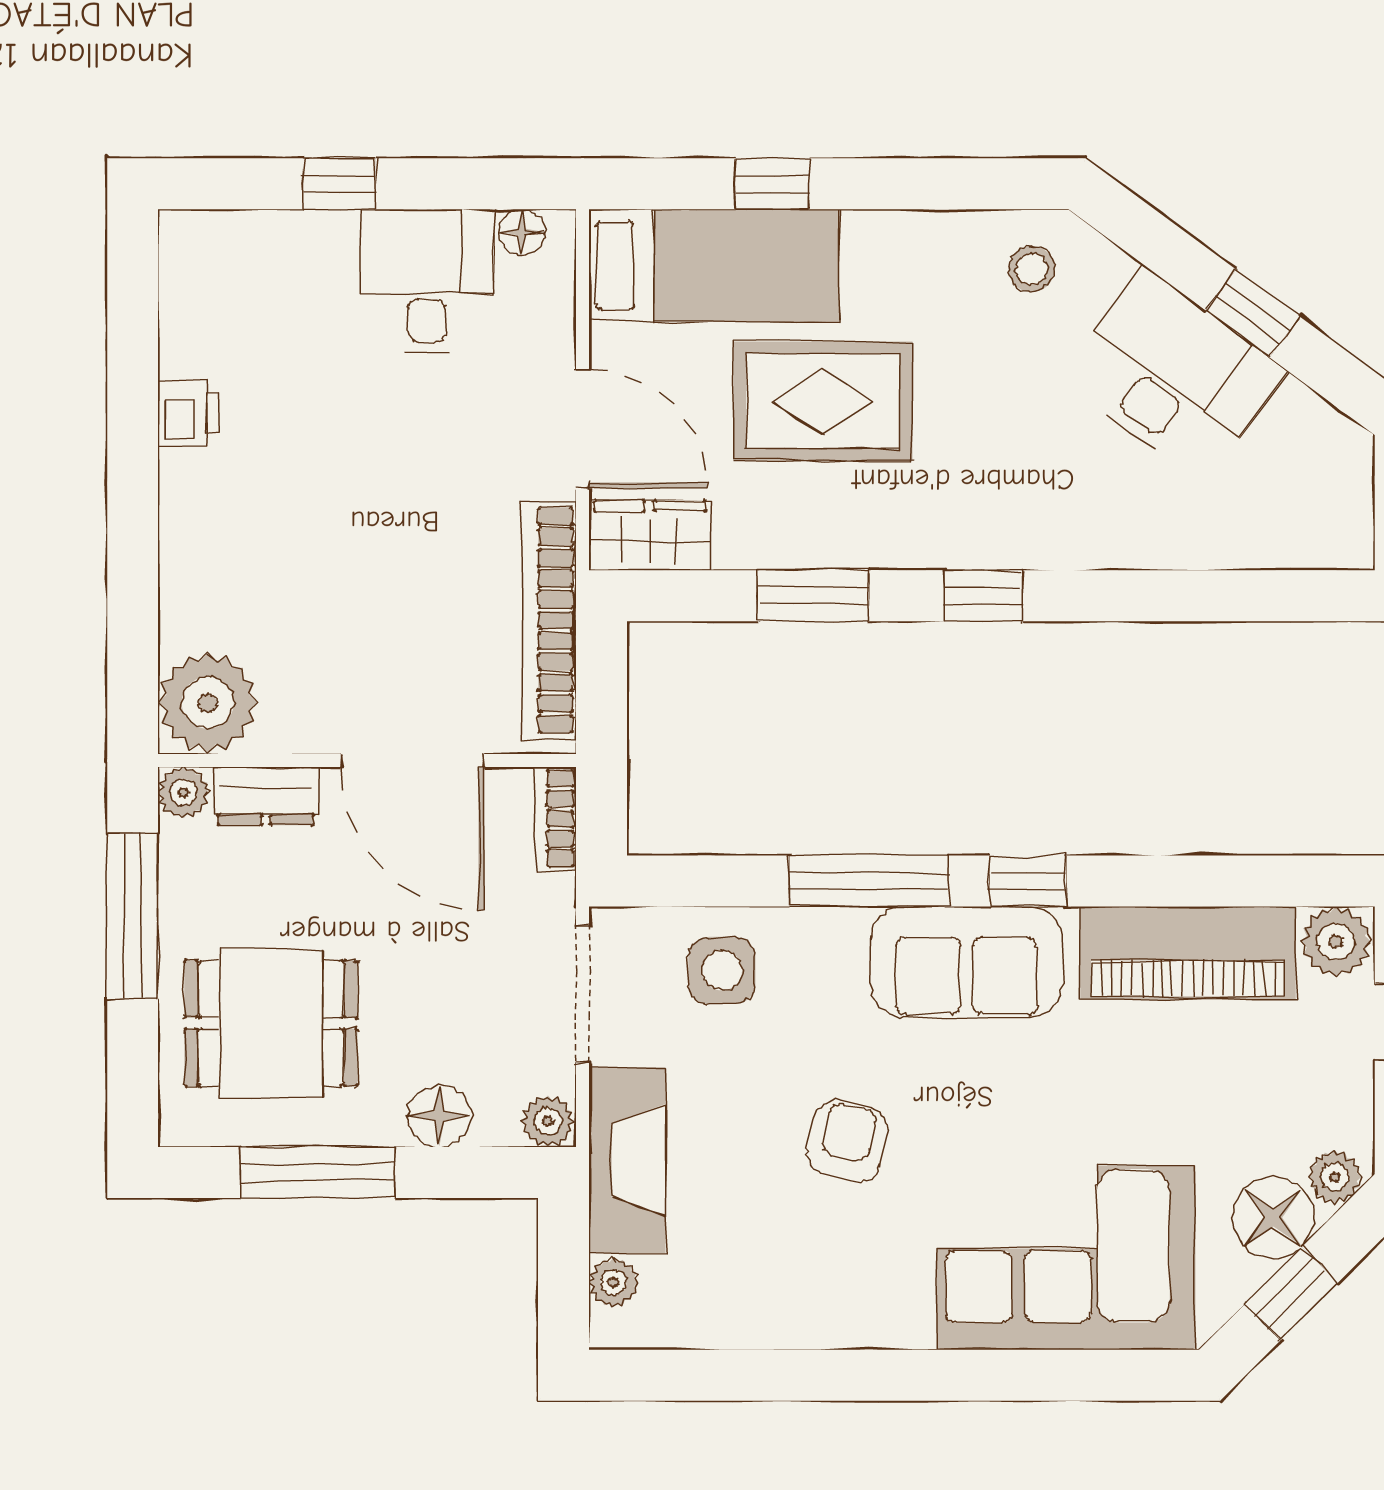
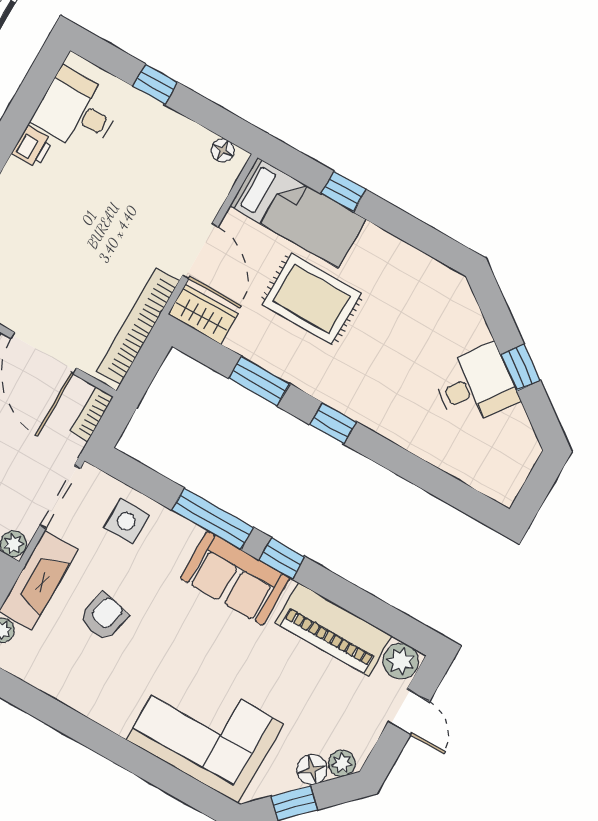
stool: (1032, 269) -> (435, 293), removed
desk: (427, 281) -> (77, 111), moved, turned -90
desk: (1173, 375) -> (475, 385), width x0.73
armchair: (847, 1141) -> (104, 617), moved
floor lamp: (1273, 1218) -> (312, 770), width x0.73, depth x0.73

